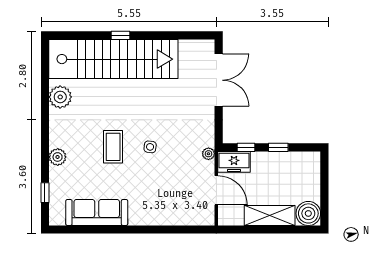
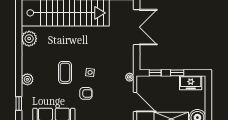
freezer: (234, 162) -> (191, 83), moved
armchair: (144, 178) -> (86, 93), added

